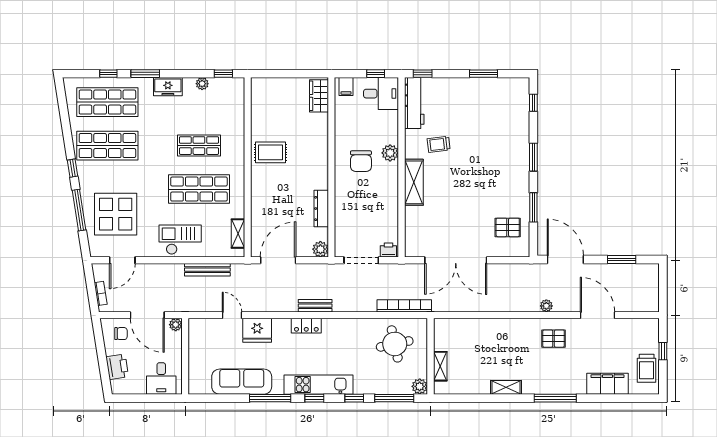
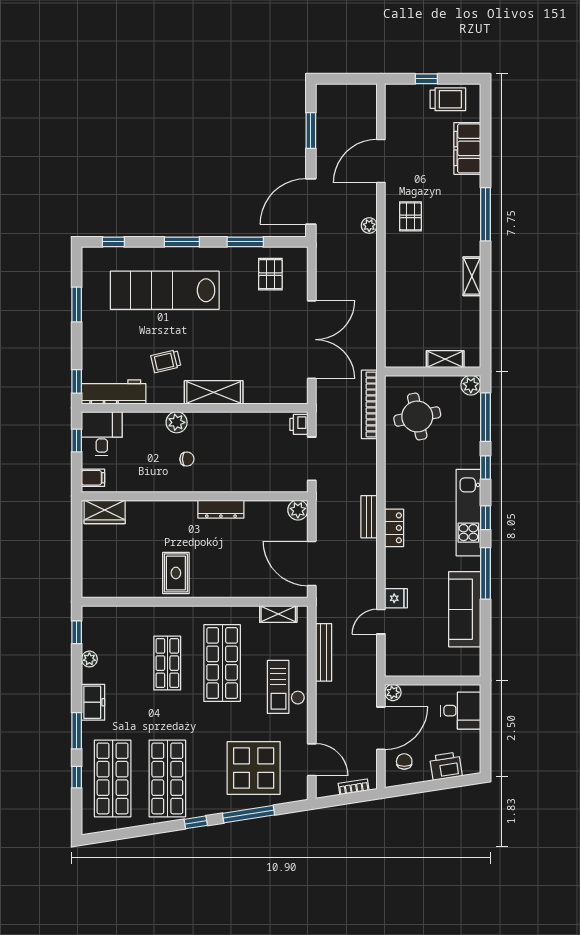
lab bench: (495, 143) -> (165, 290), added
trolley: (439, 144) -> (166, 361), turned 84
chair: (361, 161) -> (187, 459), width x0.54, depth x0.54
dresser: (321, 209) -> (221, 509), moved
fridge: (257, 330) -> (396, 598), width x0.53, depth x0.75

